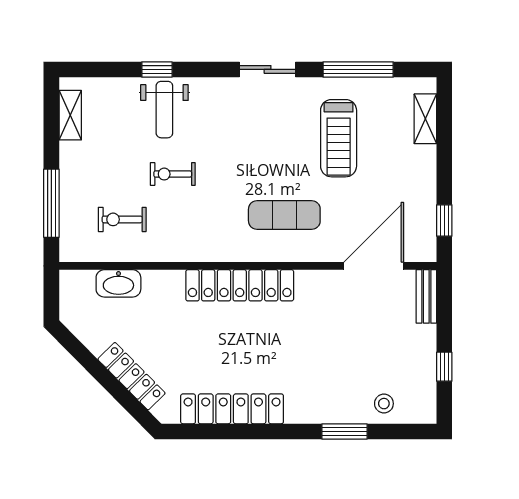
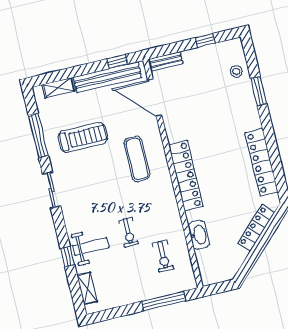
shelving: (70, 115) -> (87, 288), moved, turned 90
bench: (423, 199) -> (107, 77), added
washbasin: (118, 283) -> (199, 235), moved

